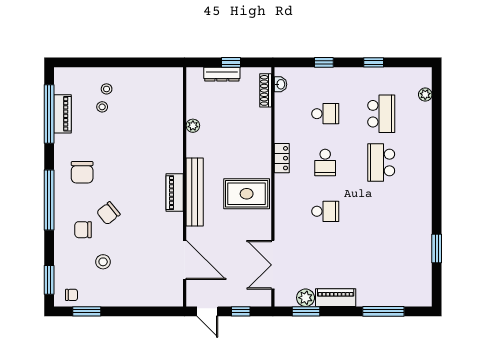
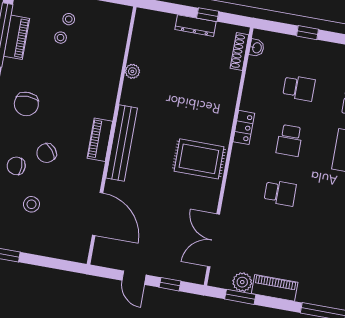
plant: (193, 126) -> (132, 71), moved
wall: (185, 187) -> (112, 136), moved
bench: (195, 192) -> (122, 143), moved
piano: (175, 193) -> (100, 140), moved
door: (185, 260) -> (98, 214), moved

